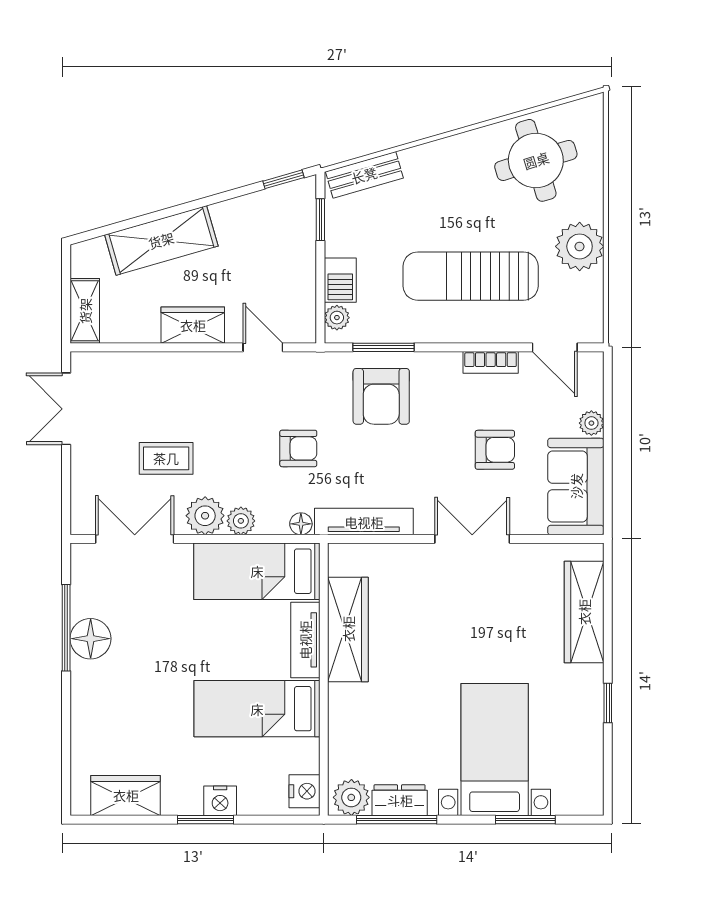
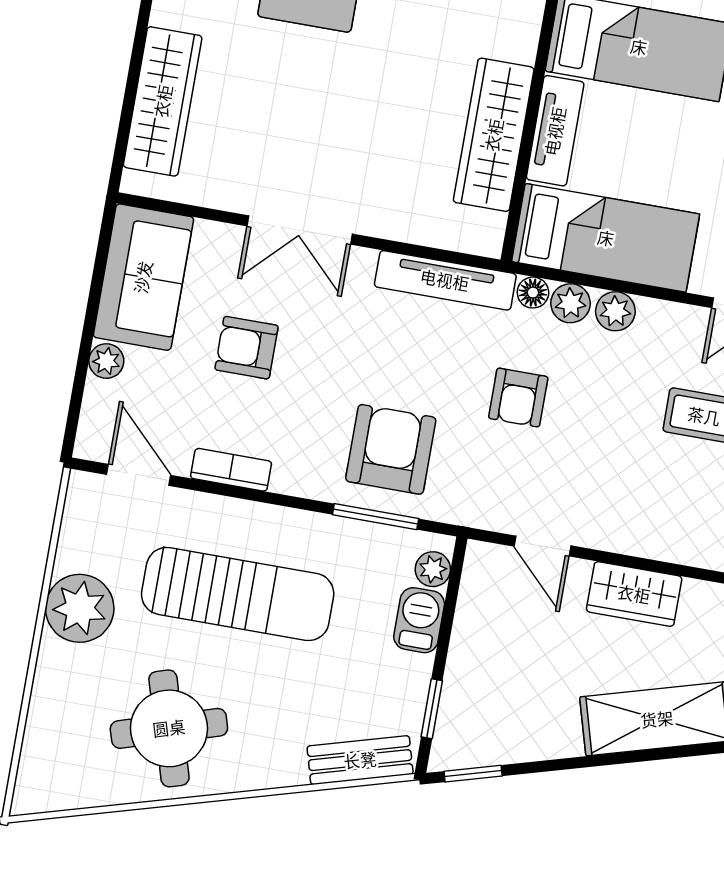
round table: (536, 160) -> (169, 728), moved
armchair: (298, 448) -> (518, 398), turned -90
plant: (205, 516) -> (571, 303), moved, width x0.73, depth x0.73

